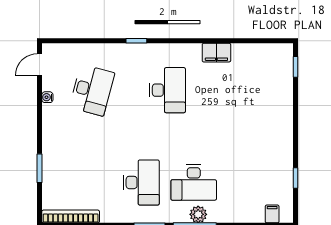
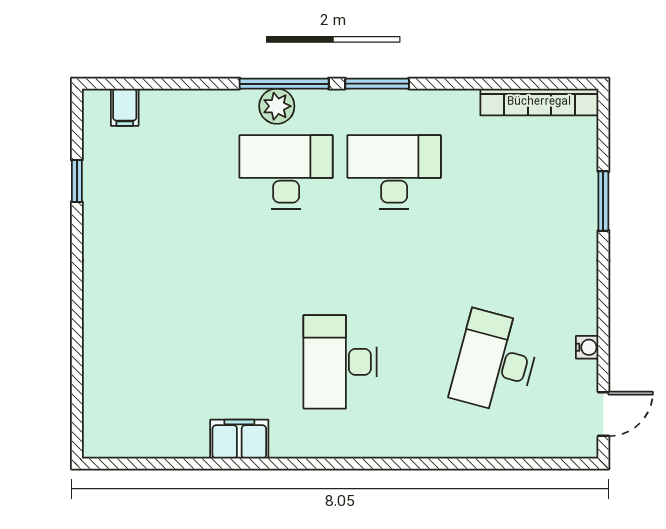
window: (136, 41) -> (404, 464), removed
window: (295, 67) -> (77, 410), removed
desk: (141, 182) -> (394, 172), turned 90

